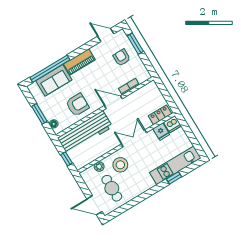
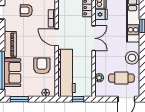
door: (113, 102) -> (57, 37), hinge flipped
window: (39, 114) -> (19, 99), moved
double door: (134, 138) -> (94, 38), swing flipped
stool: (120, 165) -> (132, 58), moved

